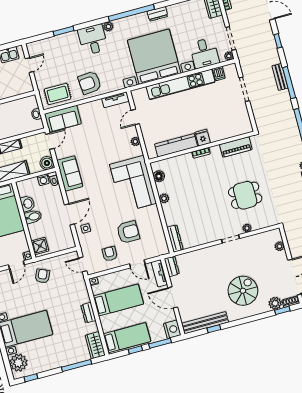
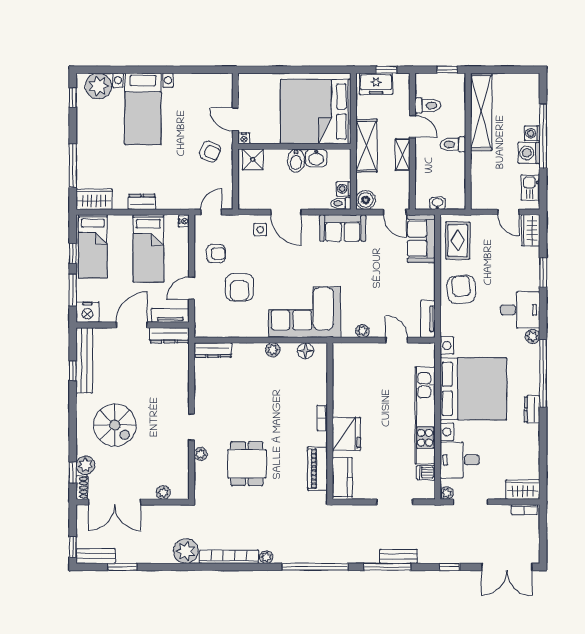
wardrobe: (38, 47) -> (531, 230), added
fridge: (203, 138) -> (346, 434), width x1.88, depth x1.34
kitchen counter: (176, 145) -> (342, 477), moved, width x0.67
dresser: (172, 266) -> (169, 335), width x1.44

